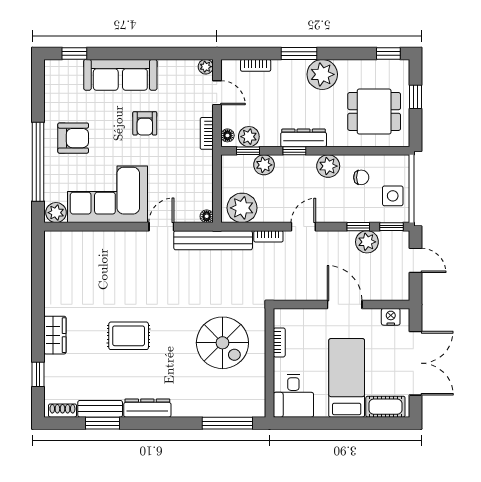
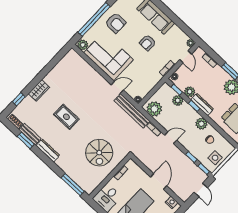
plant: (249, 137) -> (190, 92), moved
plant: (367, 242) -> (189, 166), removed

